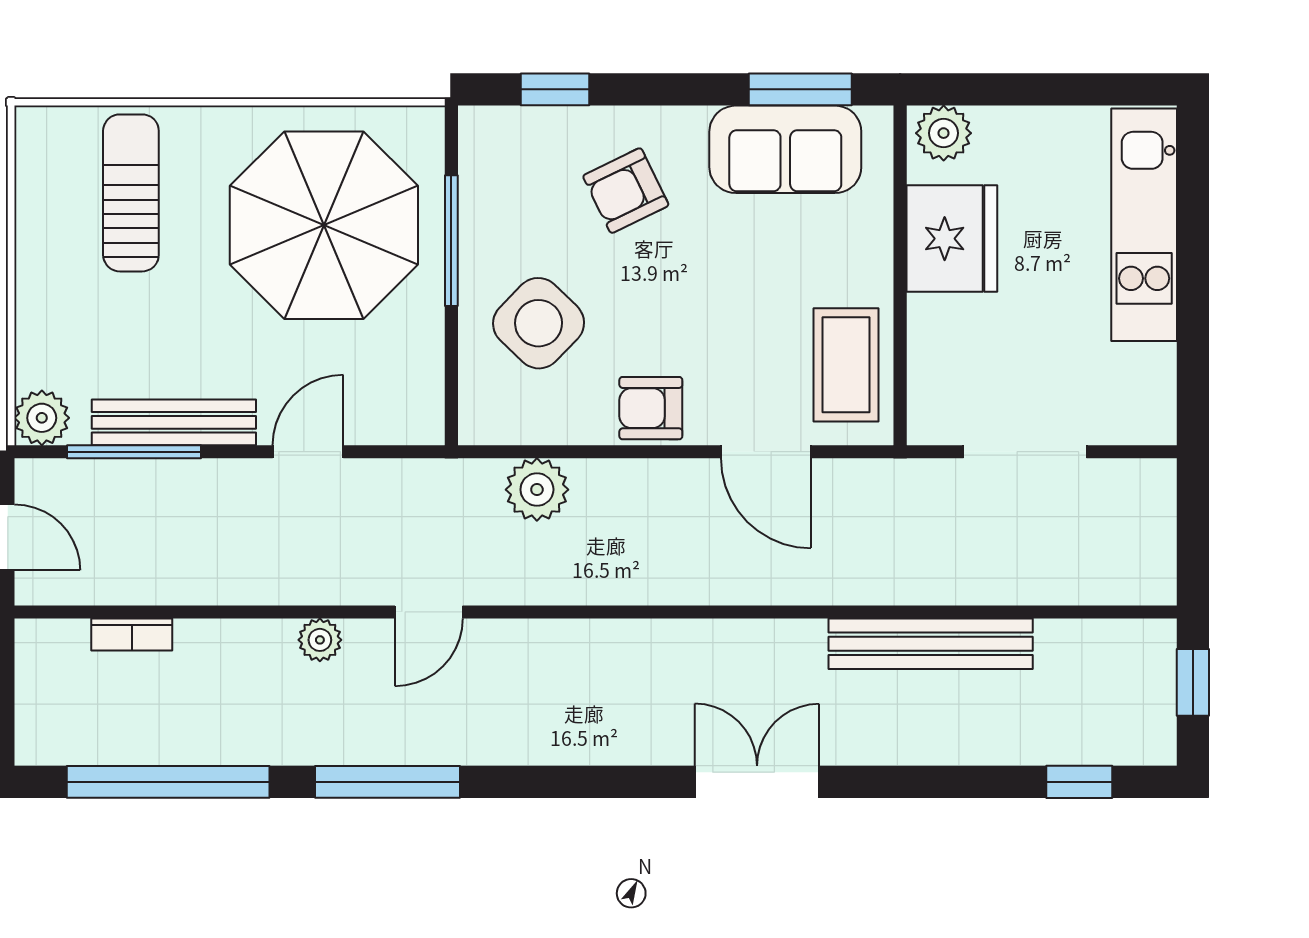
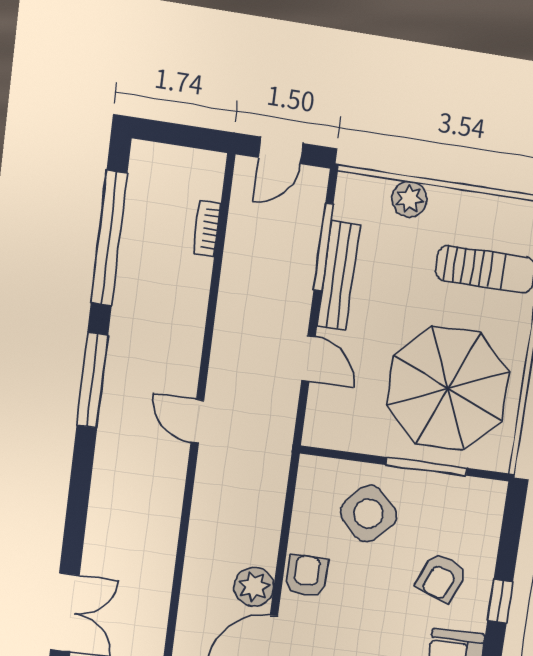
window: (555, 89) -> (500, 601), moved
armchair: (626, 191) -> (442, 577), turned -132
plant: (42, 418) -> (409, 199), moved
plant: (537, 490) -> (254, 587), moved
plant: (320, 640) -> (188, 350), removed

